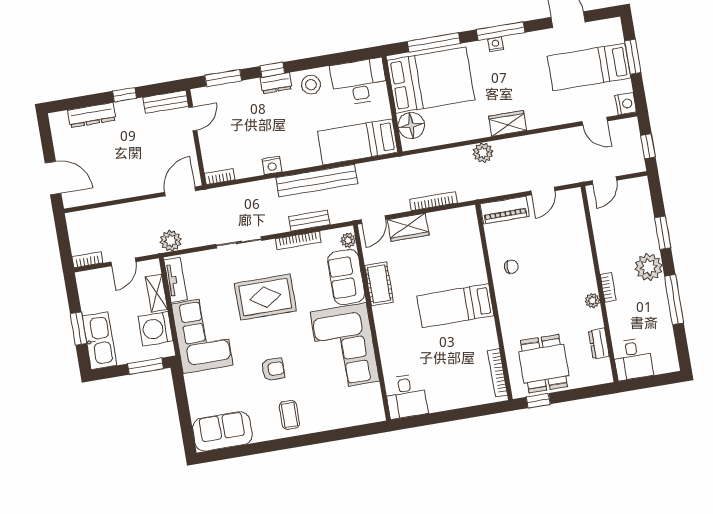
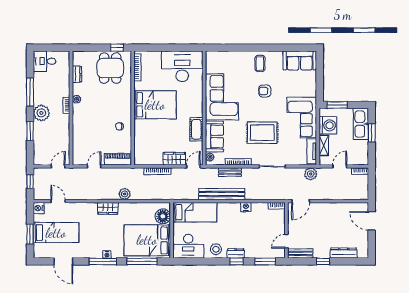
bed: (455, 306) -> (155, 105), width x1.50
desk: (633, 359) -> (45, 61), moved, turned -90
desk: (406, 396) -> (182, 66), width x1.87, depth x1.30

